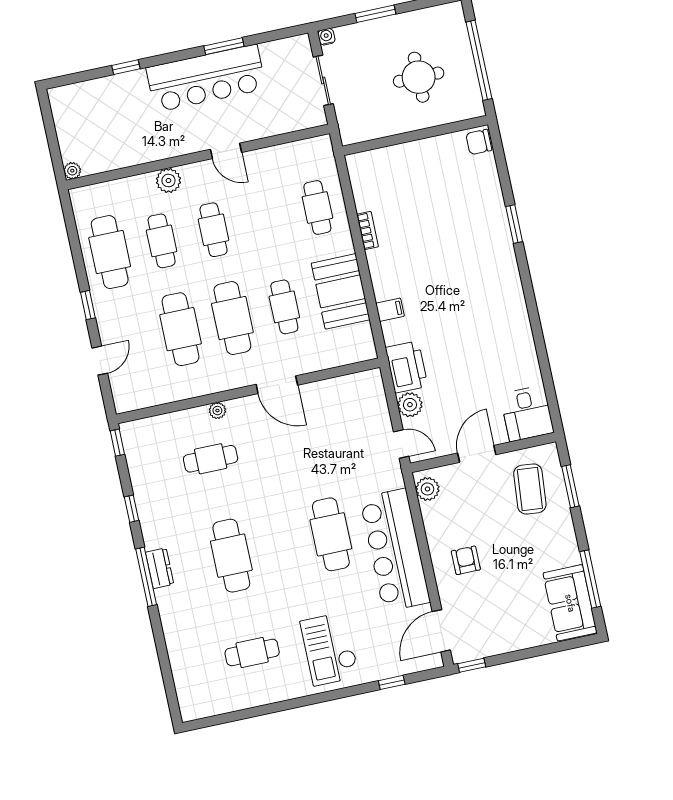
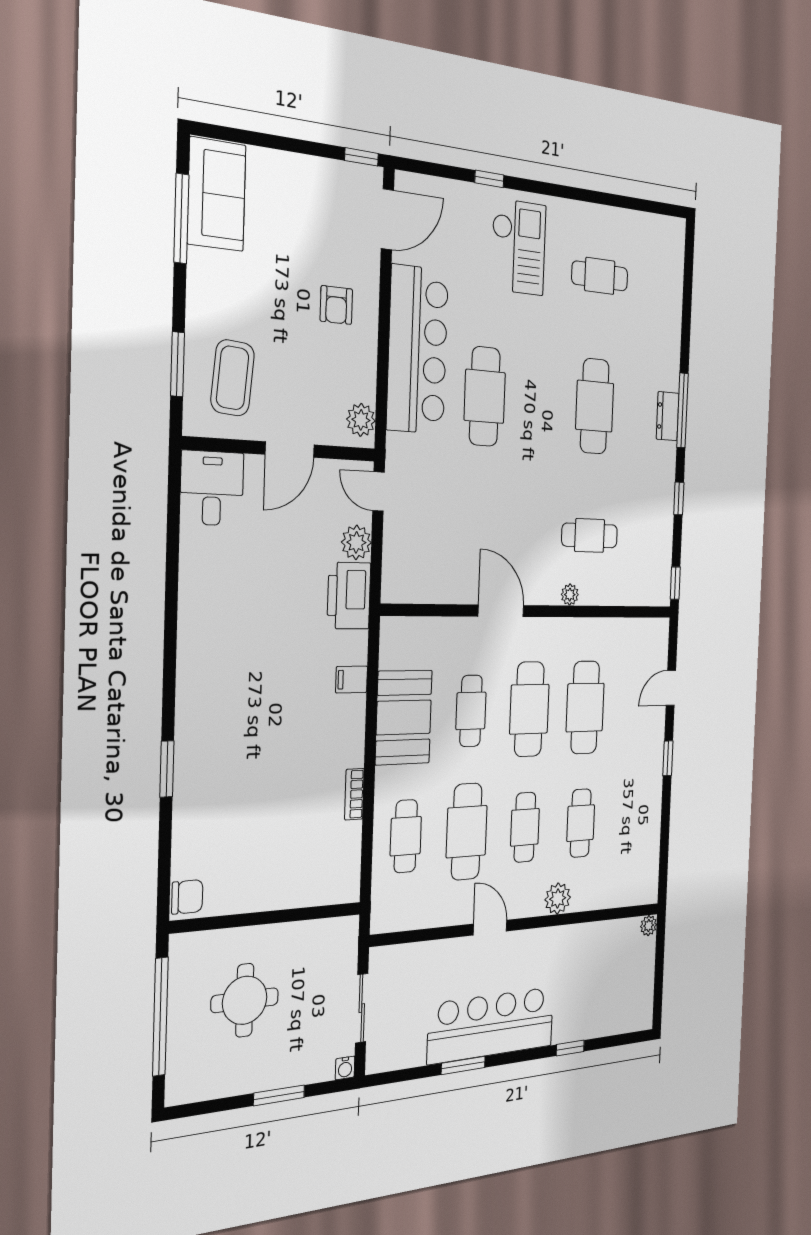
cafe table: (110, 252) -> (467, 832), moved
window: (392, 682) -> (489, 179), moved

